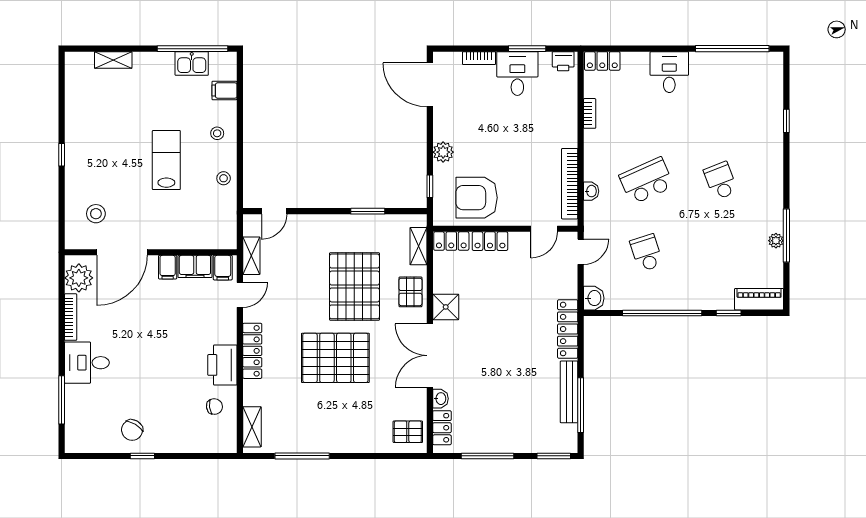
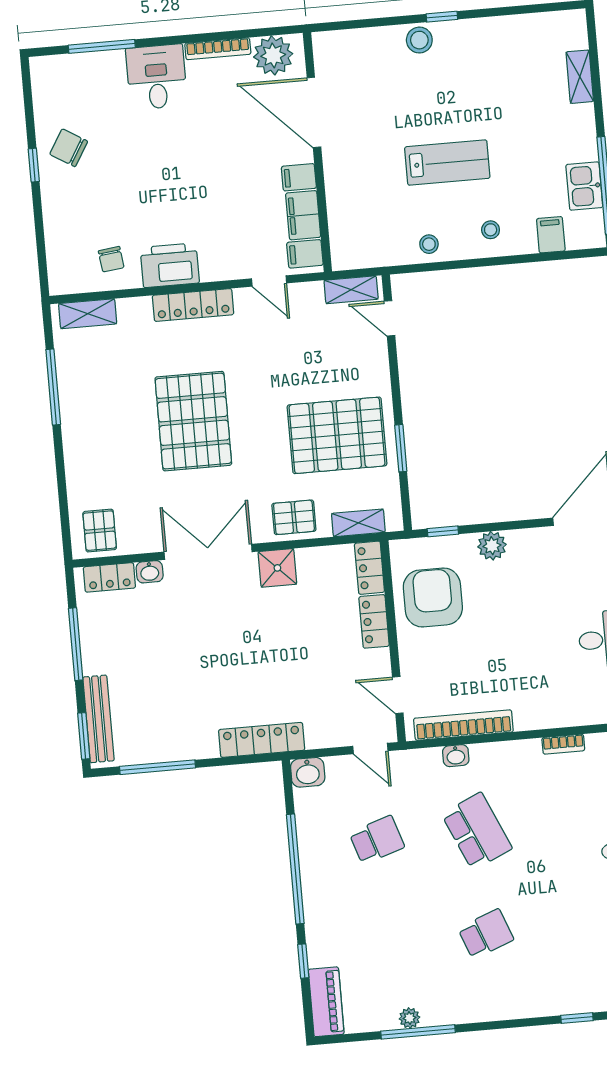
stool: (96, 214) -> (419, 40), moved
shelving: (251, 256) -> (351, 290), moved
pallet: (354, 286) -> (337, 435), moved
bench: (569, 392) -> (98, 719), moved, turned 90

